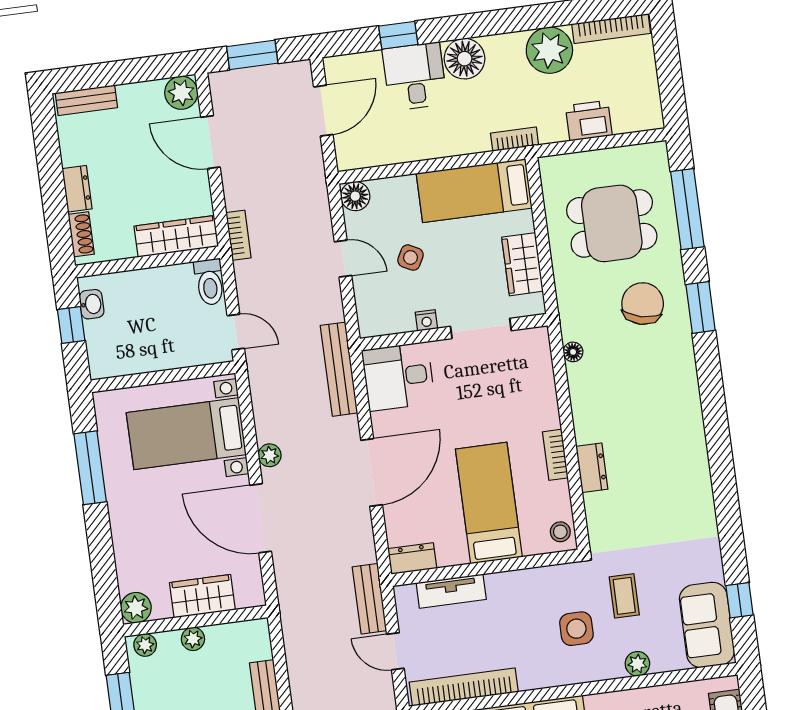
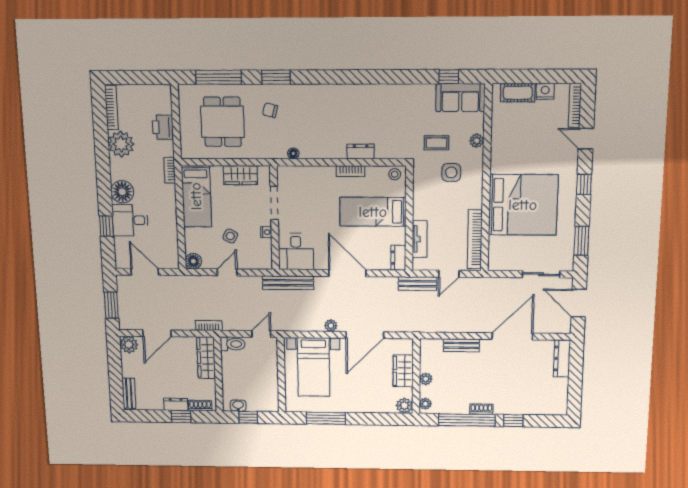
window: (55, 201) -> (181, 416), added
chair: (643, 304) -> (270, 110), width x0.54, depth x0.54

